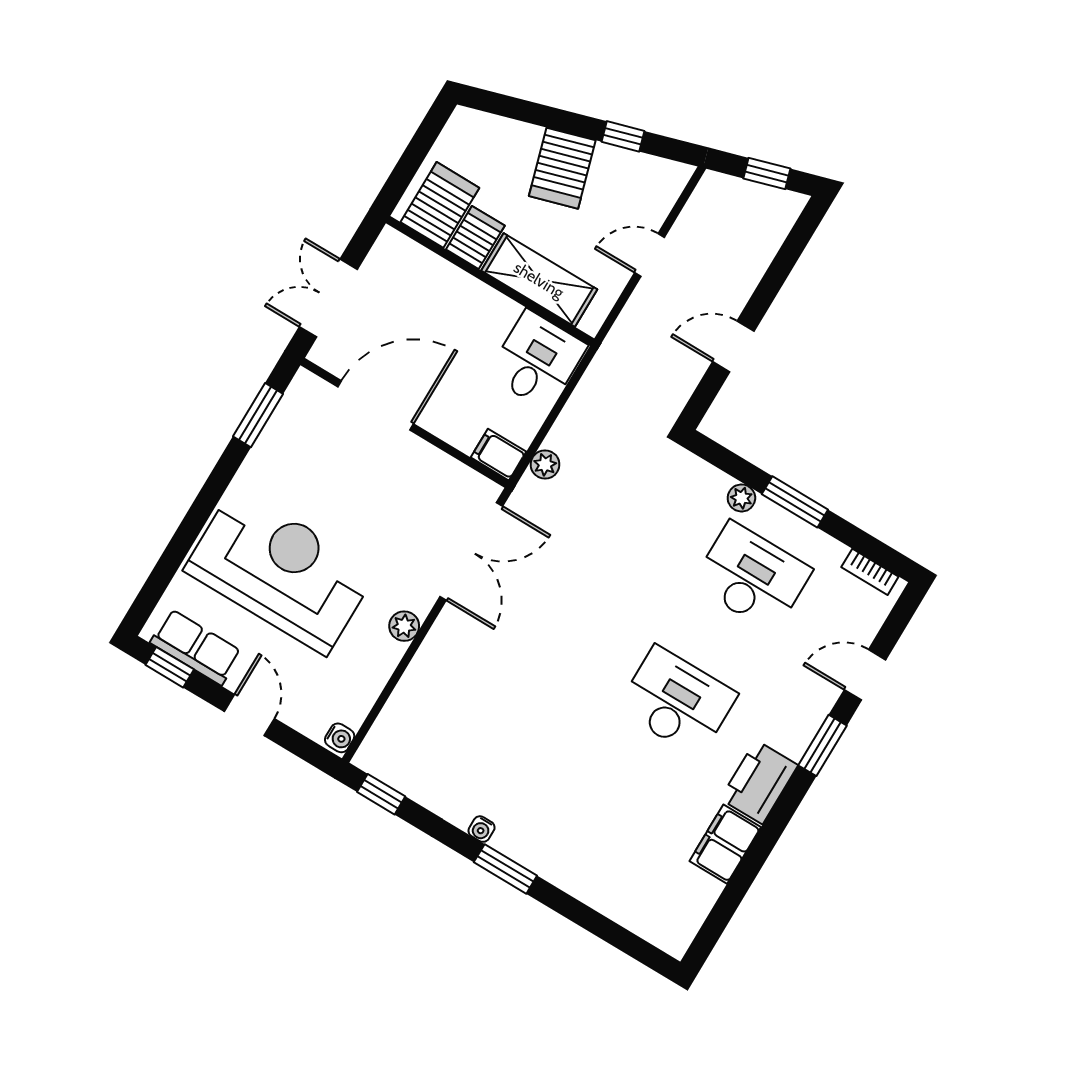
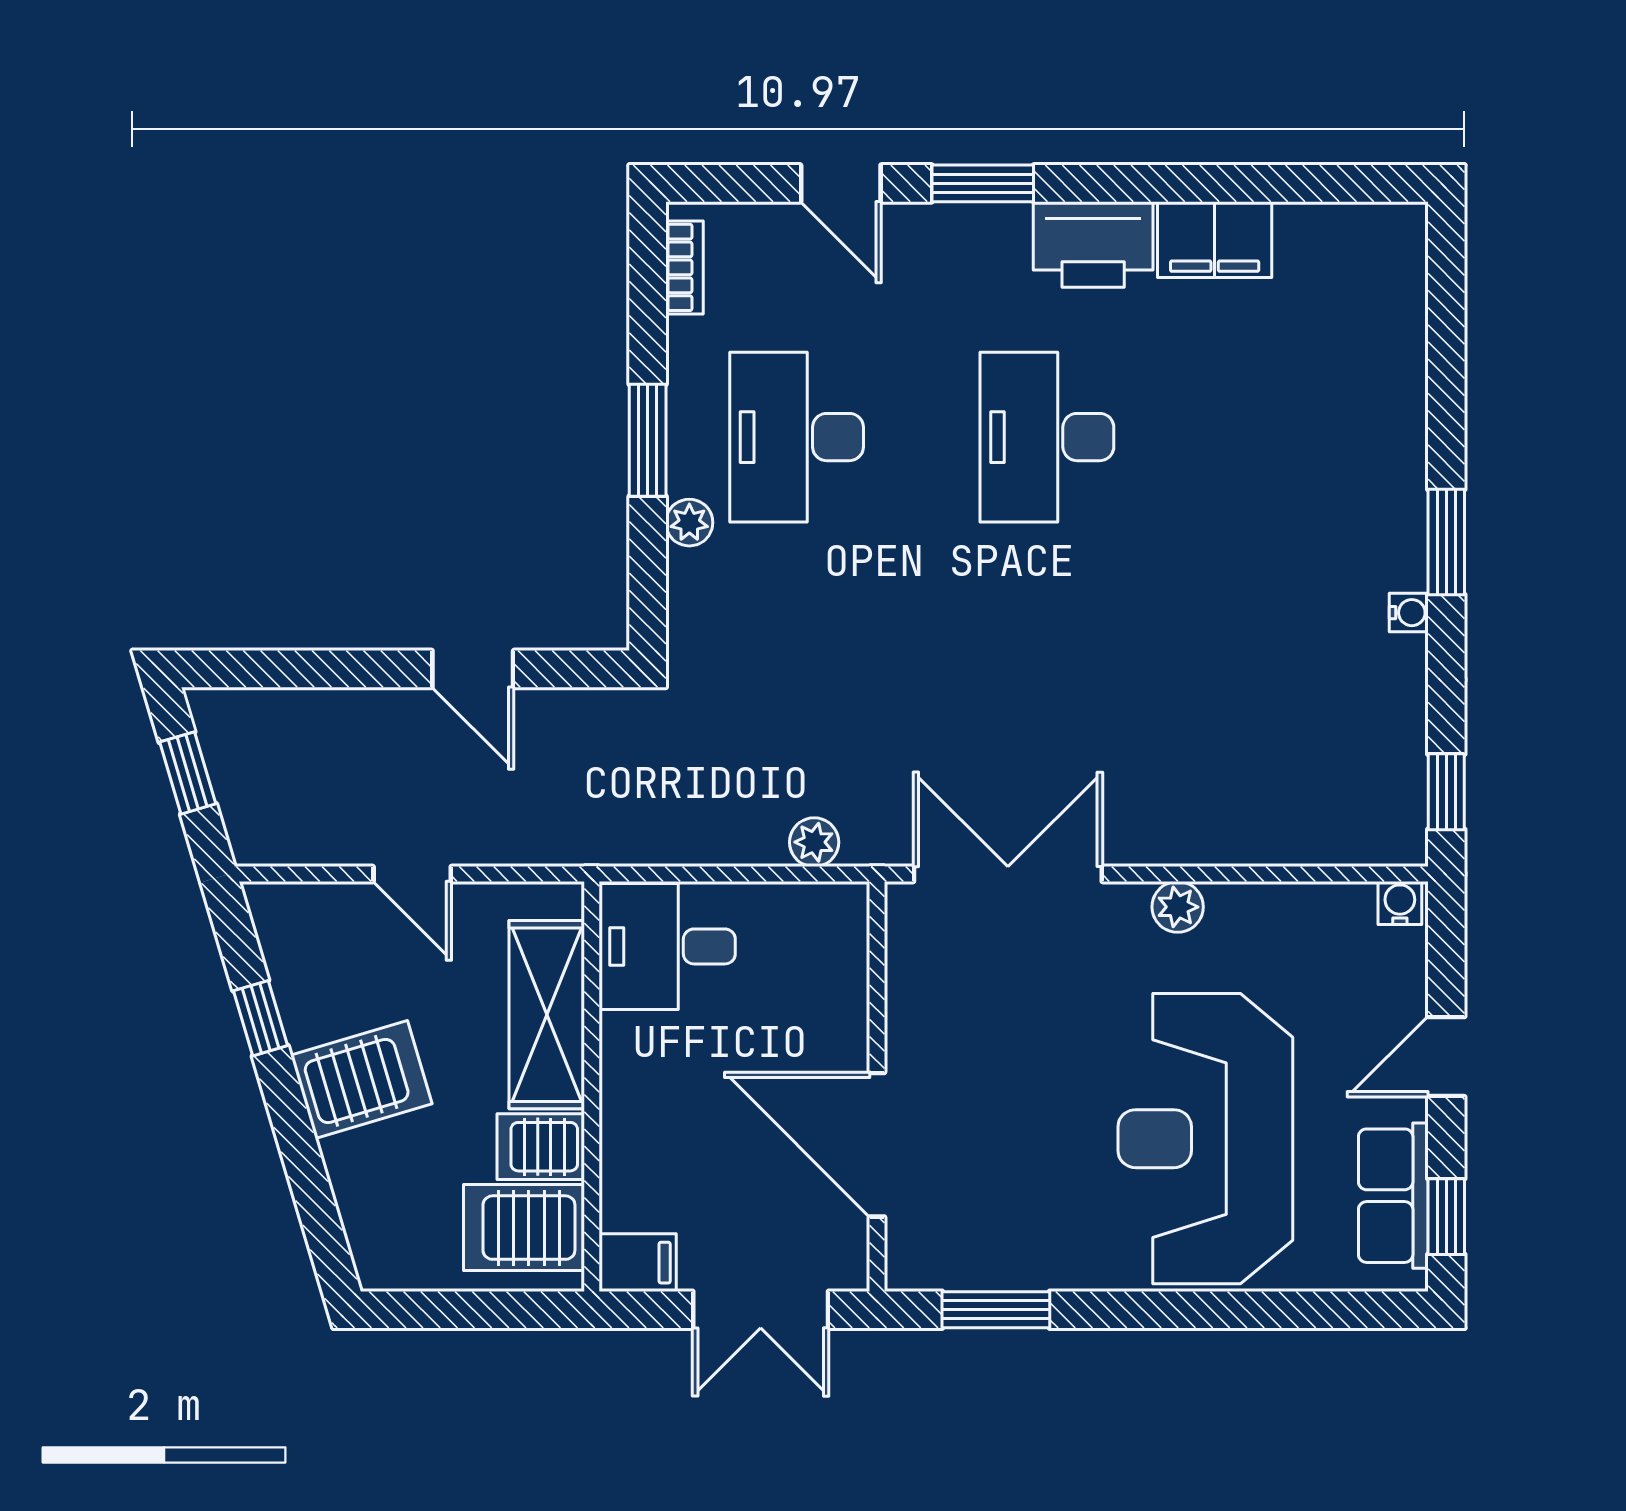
filing cabinet: (498, 455) -> (638, 1263), moved, turned -90

